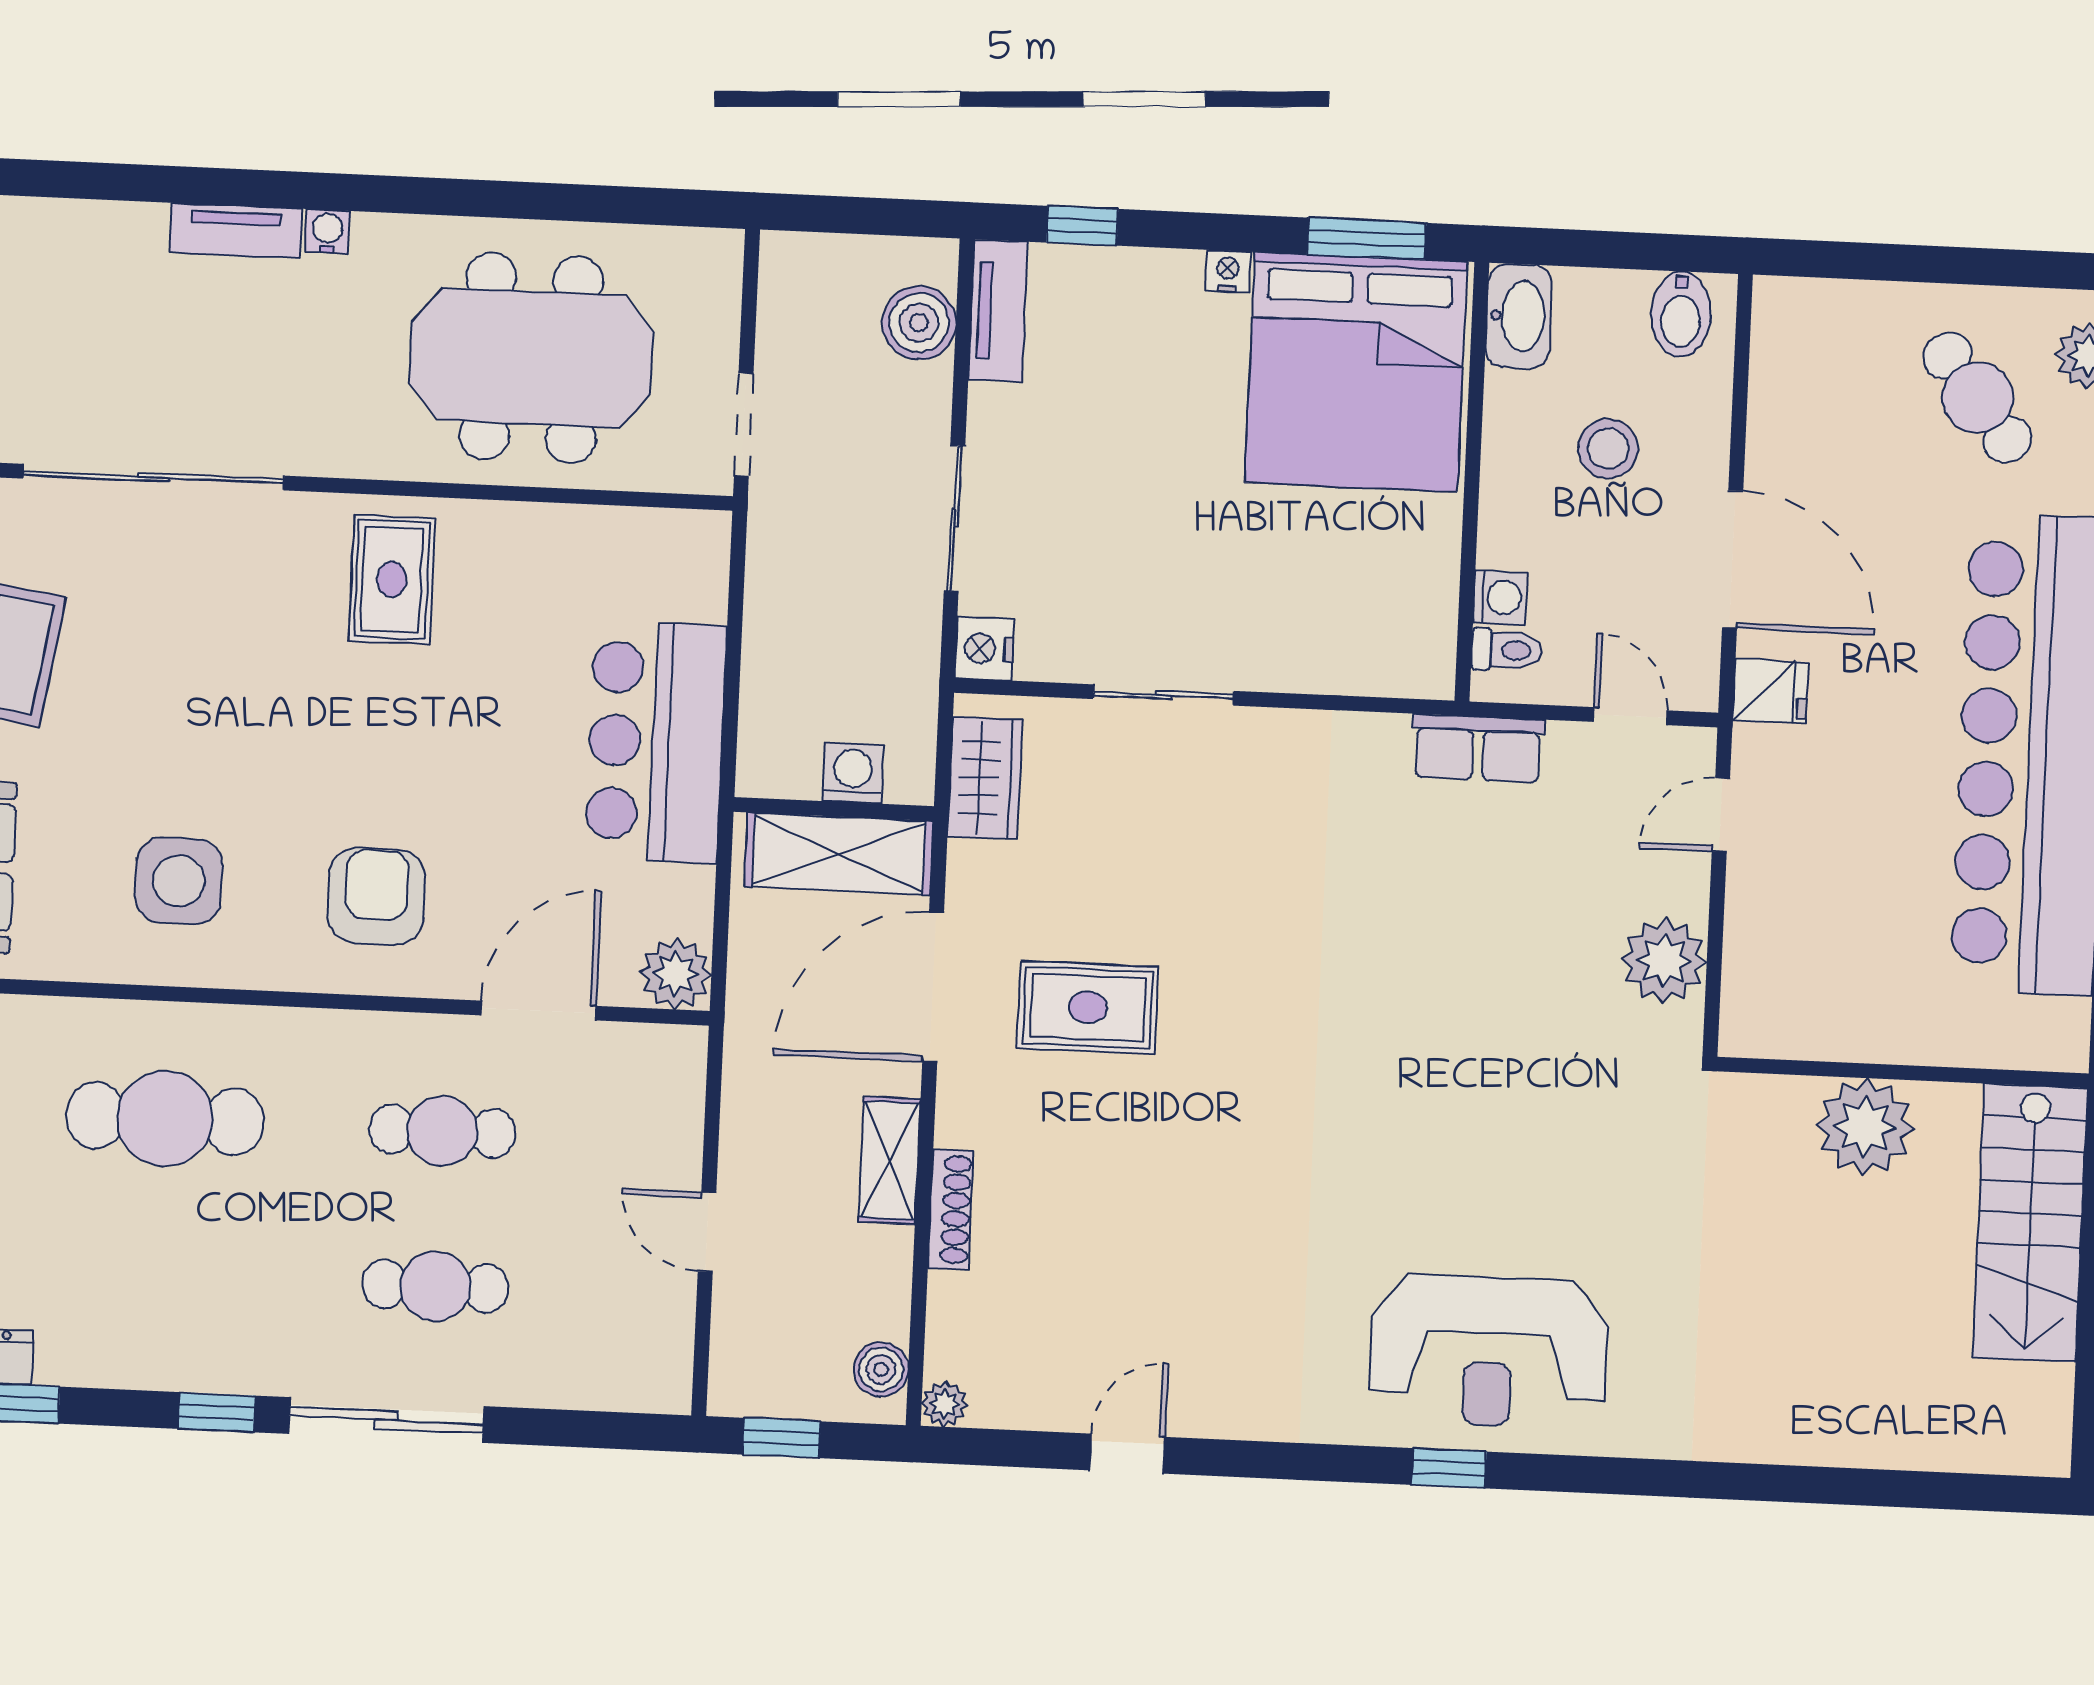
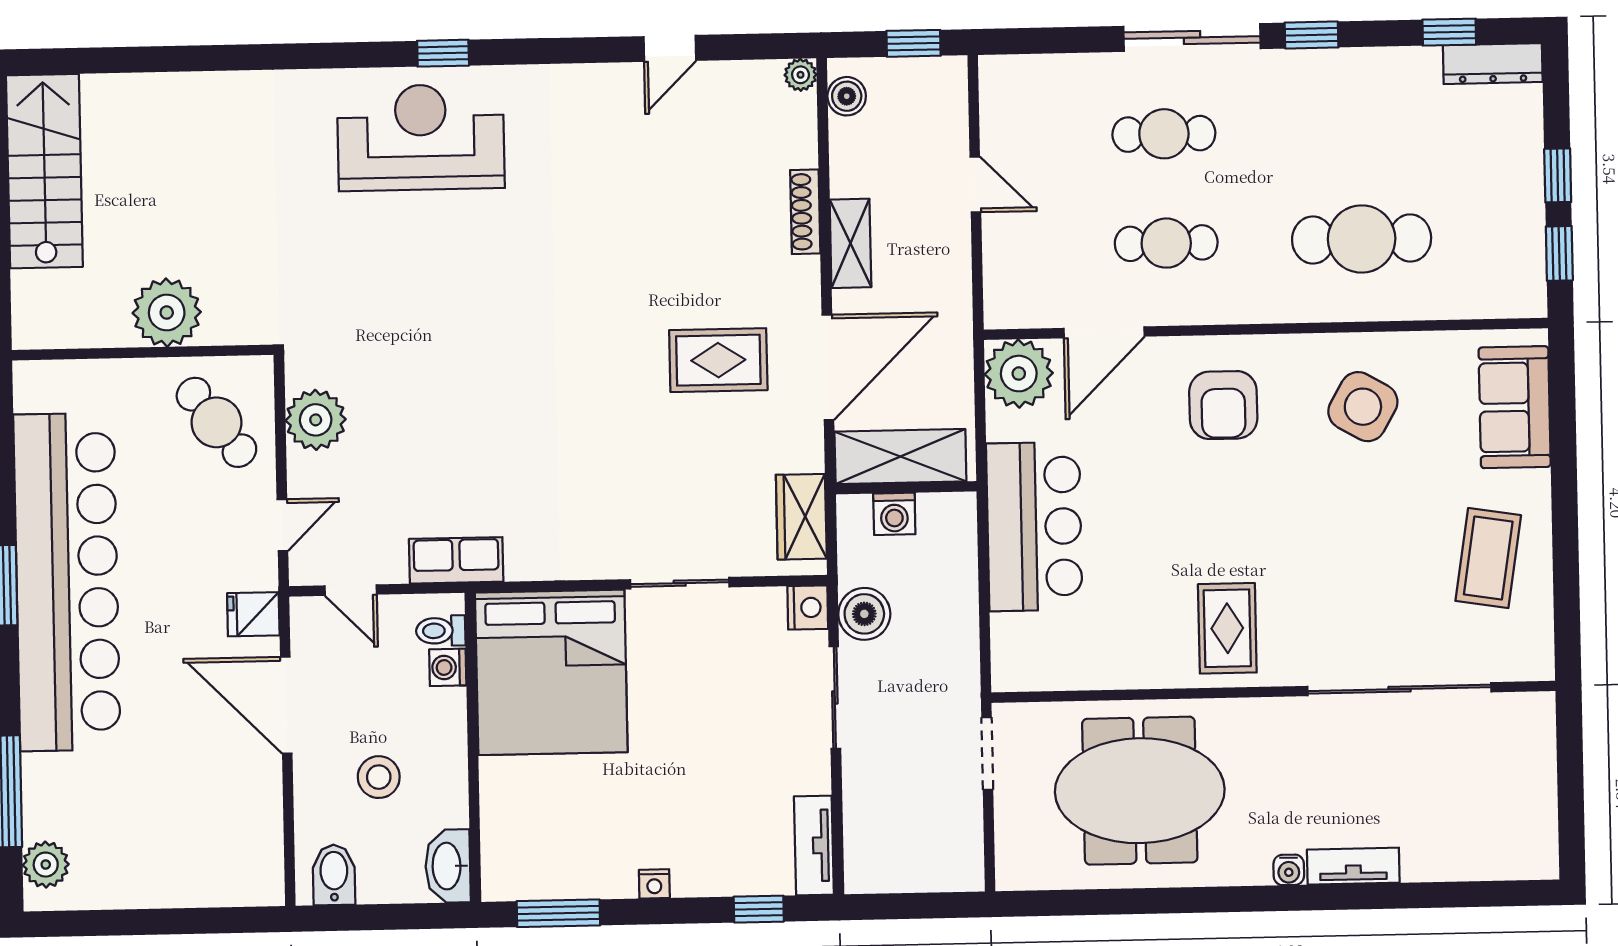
boiler: (919, 323) -> (864, 614), moved
bed: (1356, 372) -> (551, 672), moved, turned 180
cafe table: (1977, 397) -> (216, 422), moved
side table: (179, 881) -> (1363, 407), turned 30
plant: (676, 974) -> (1019, 374), width x1.36, depth x1.36
stairs: (2030, 1223) -> (44, 171), moved

